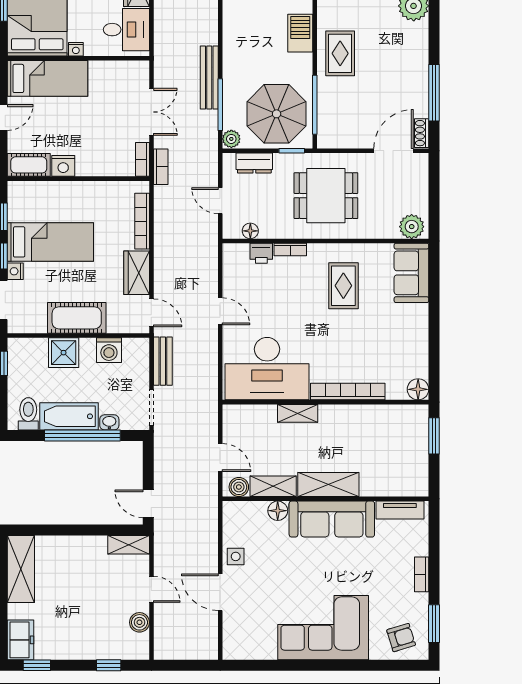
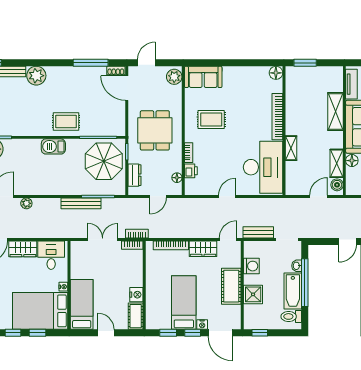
plant: (231, 139) -> (119, 190), removed
door: (434, 182) -> (146, 63), added
shelving: (328, 484) -> (335, 112), moved

